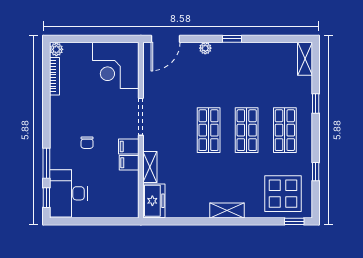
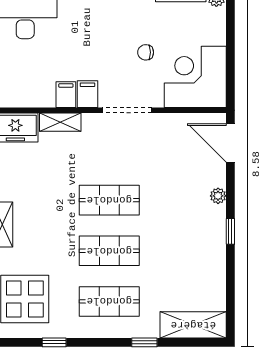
shelving: (305, 59) -> (193, 325), width x1.50, depth x1.33
chair: (87, 143) -> (146, 52), moved

